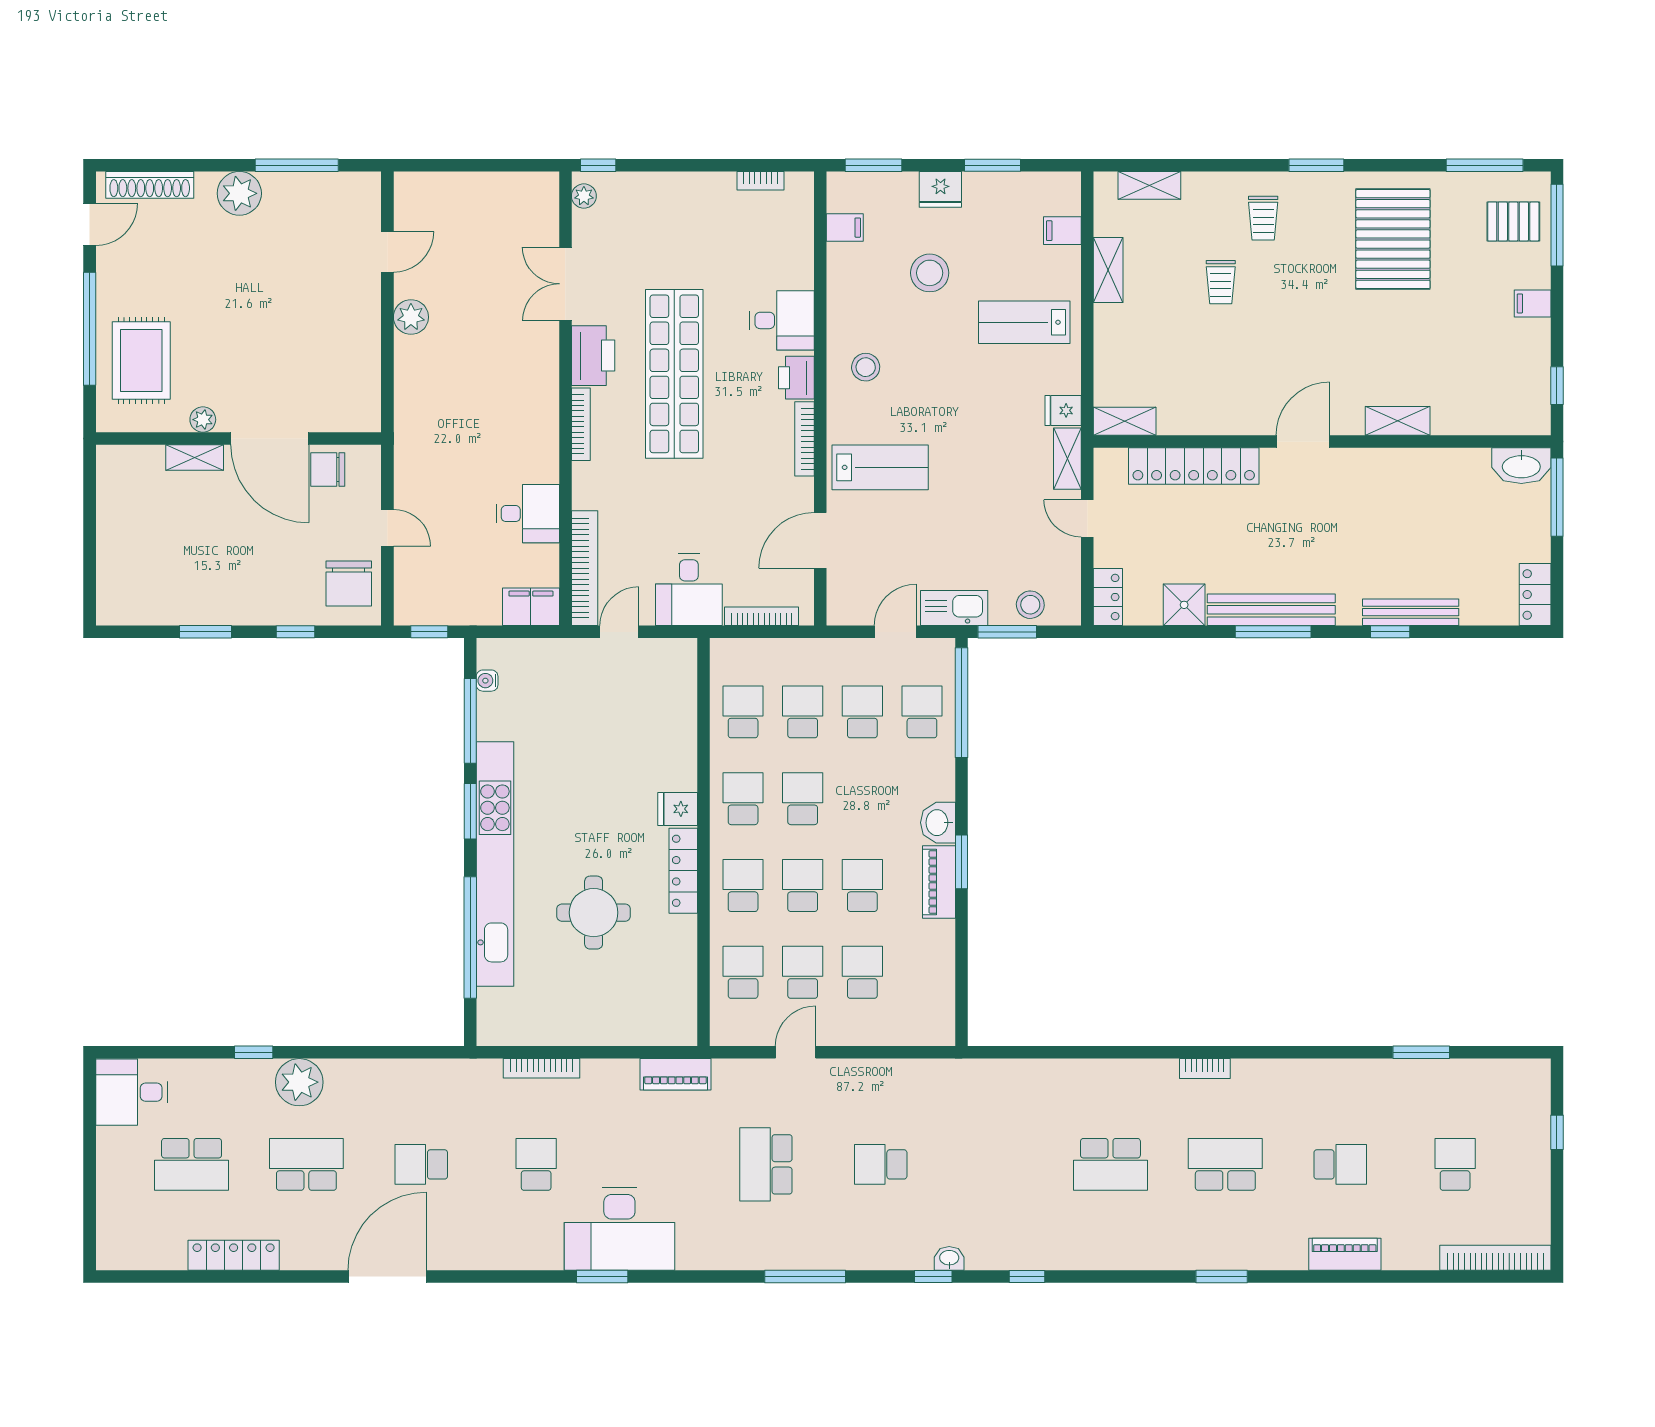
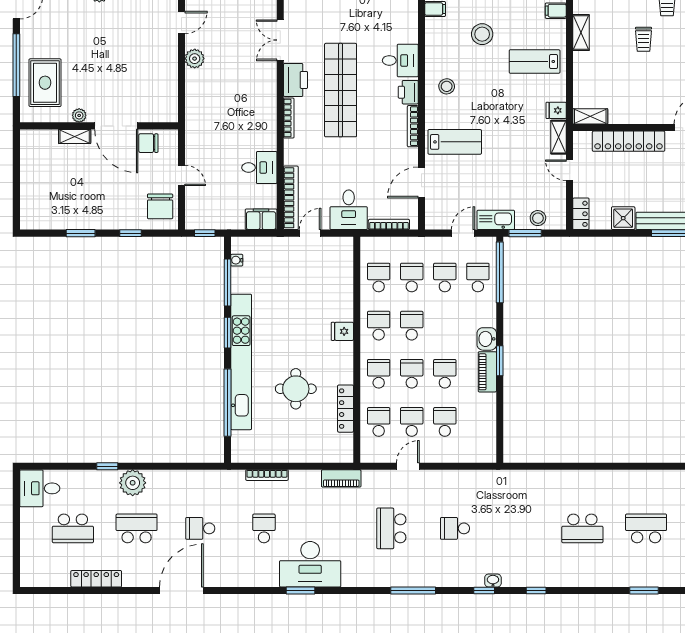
locker: (683, 871) -> (346, 409), moved
bookcase: (1205, 1069) -> (635, 475), removed

